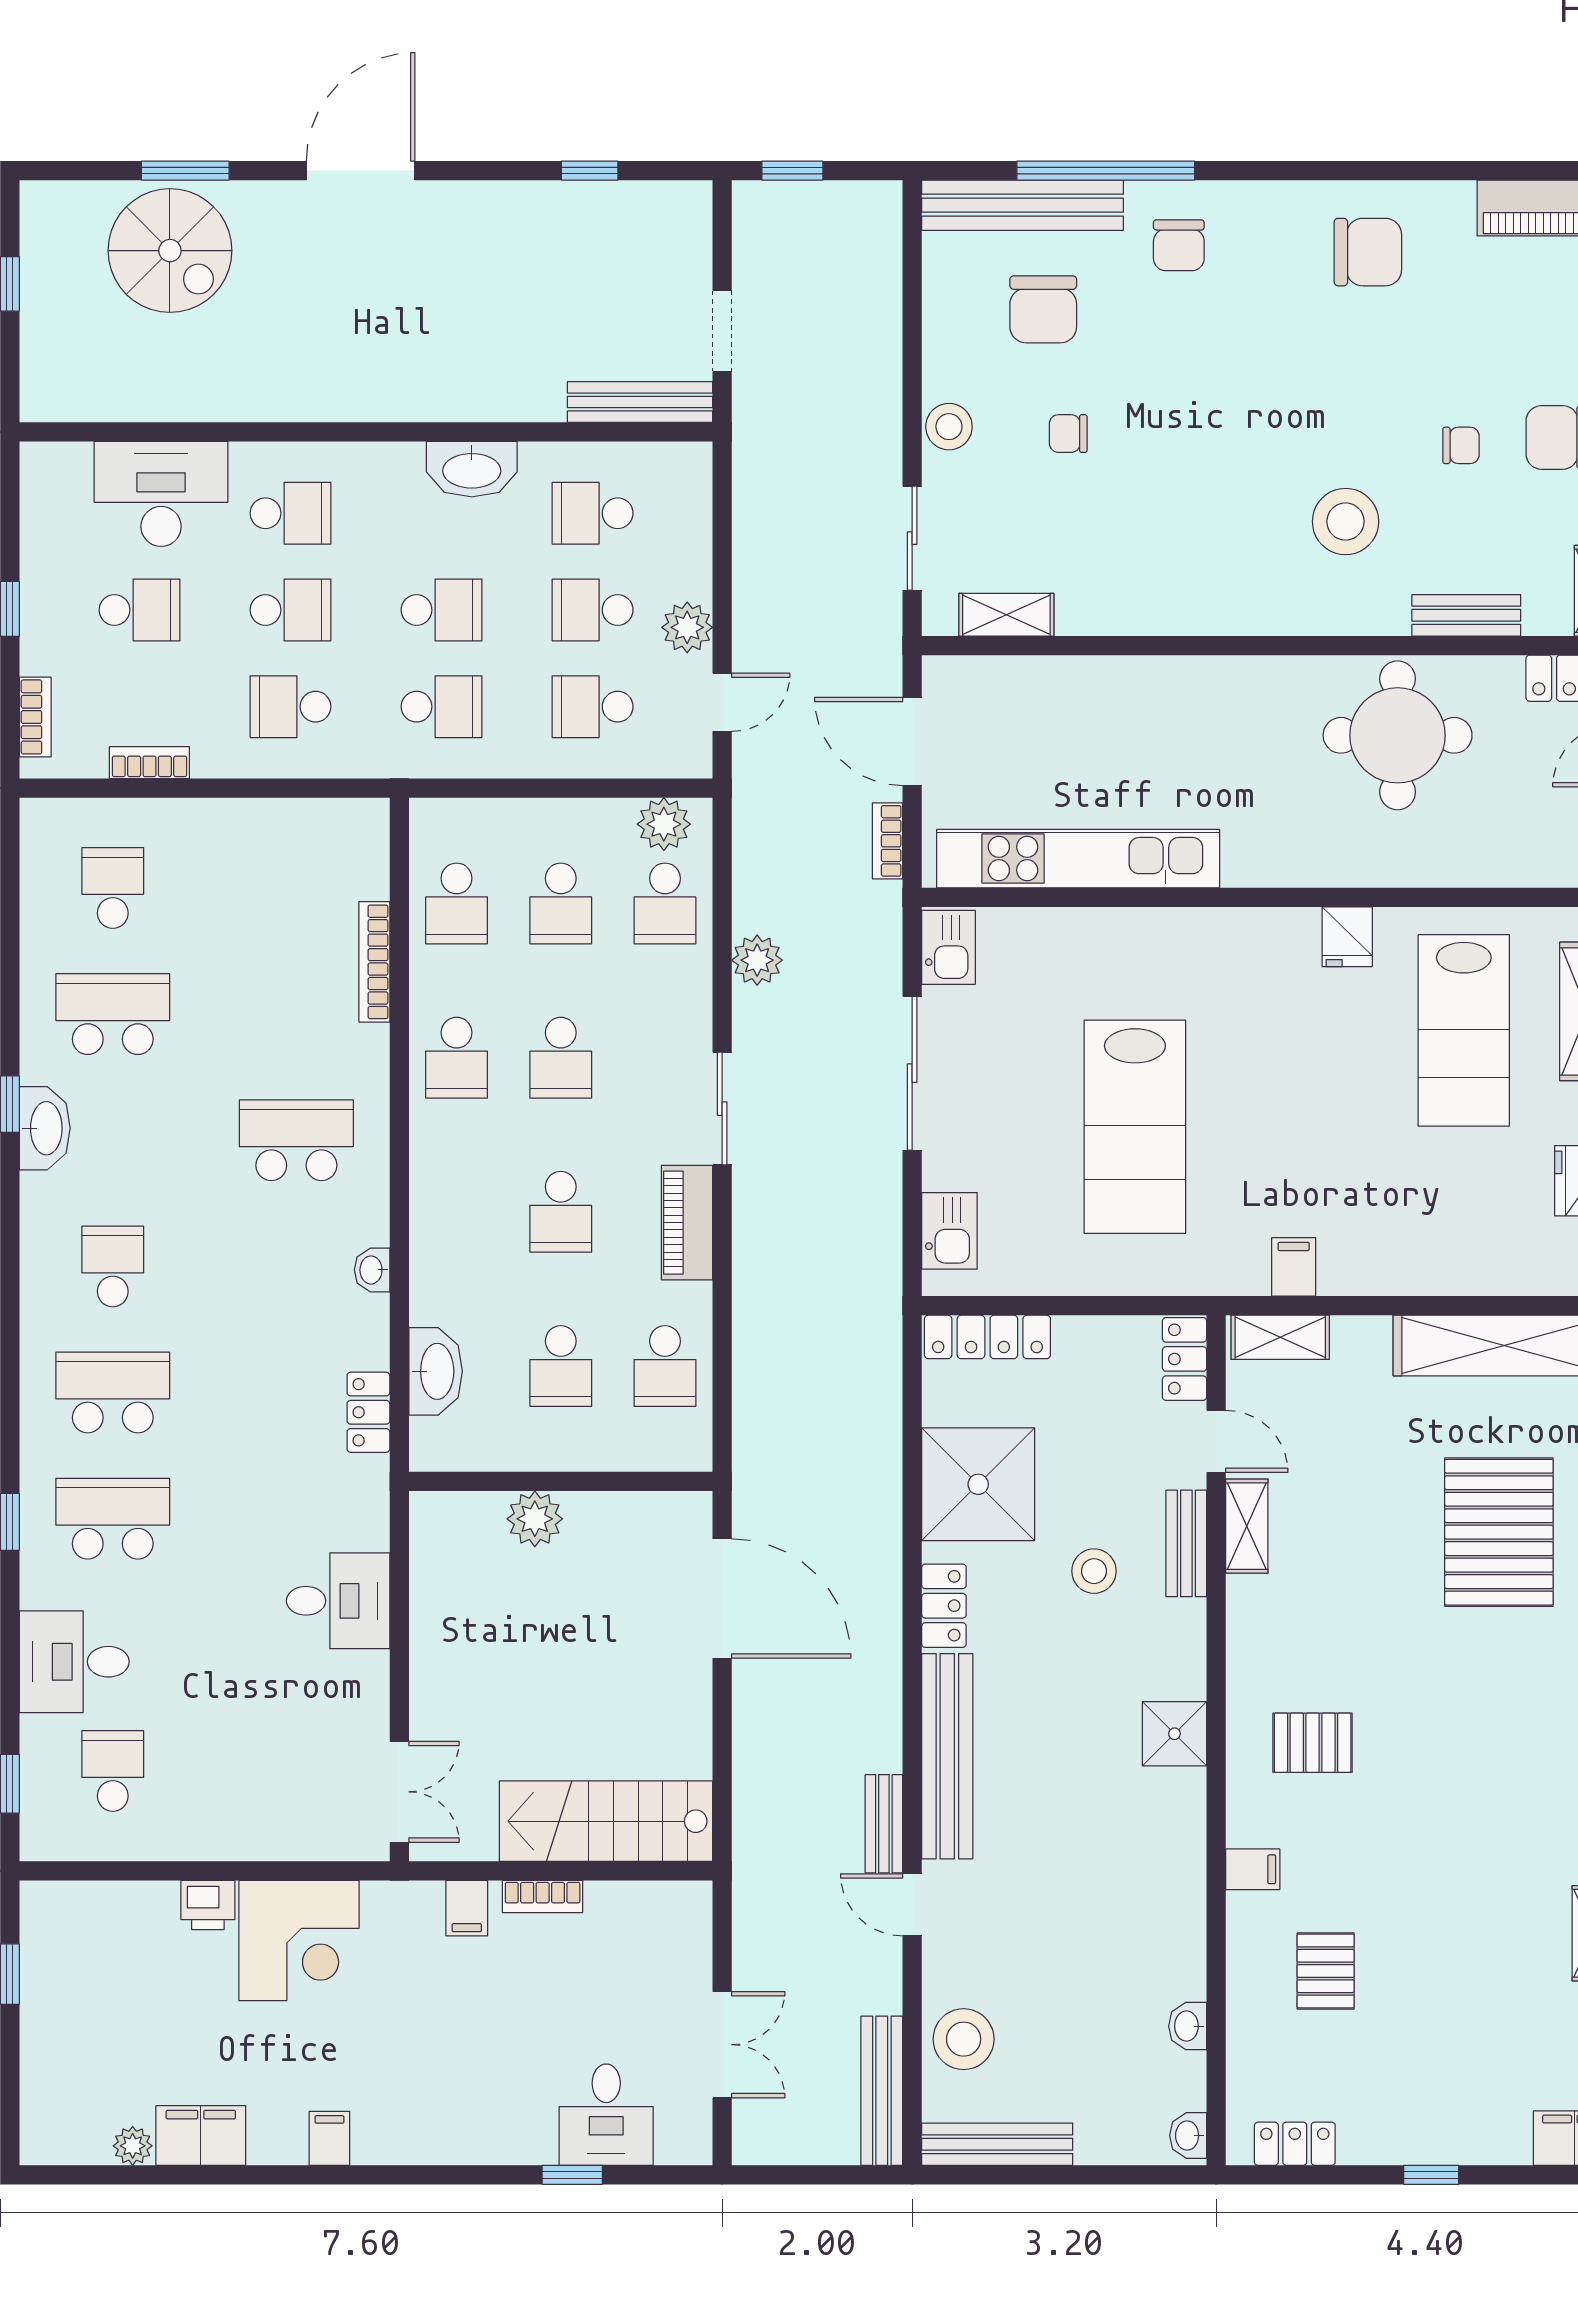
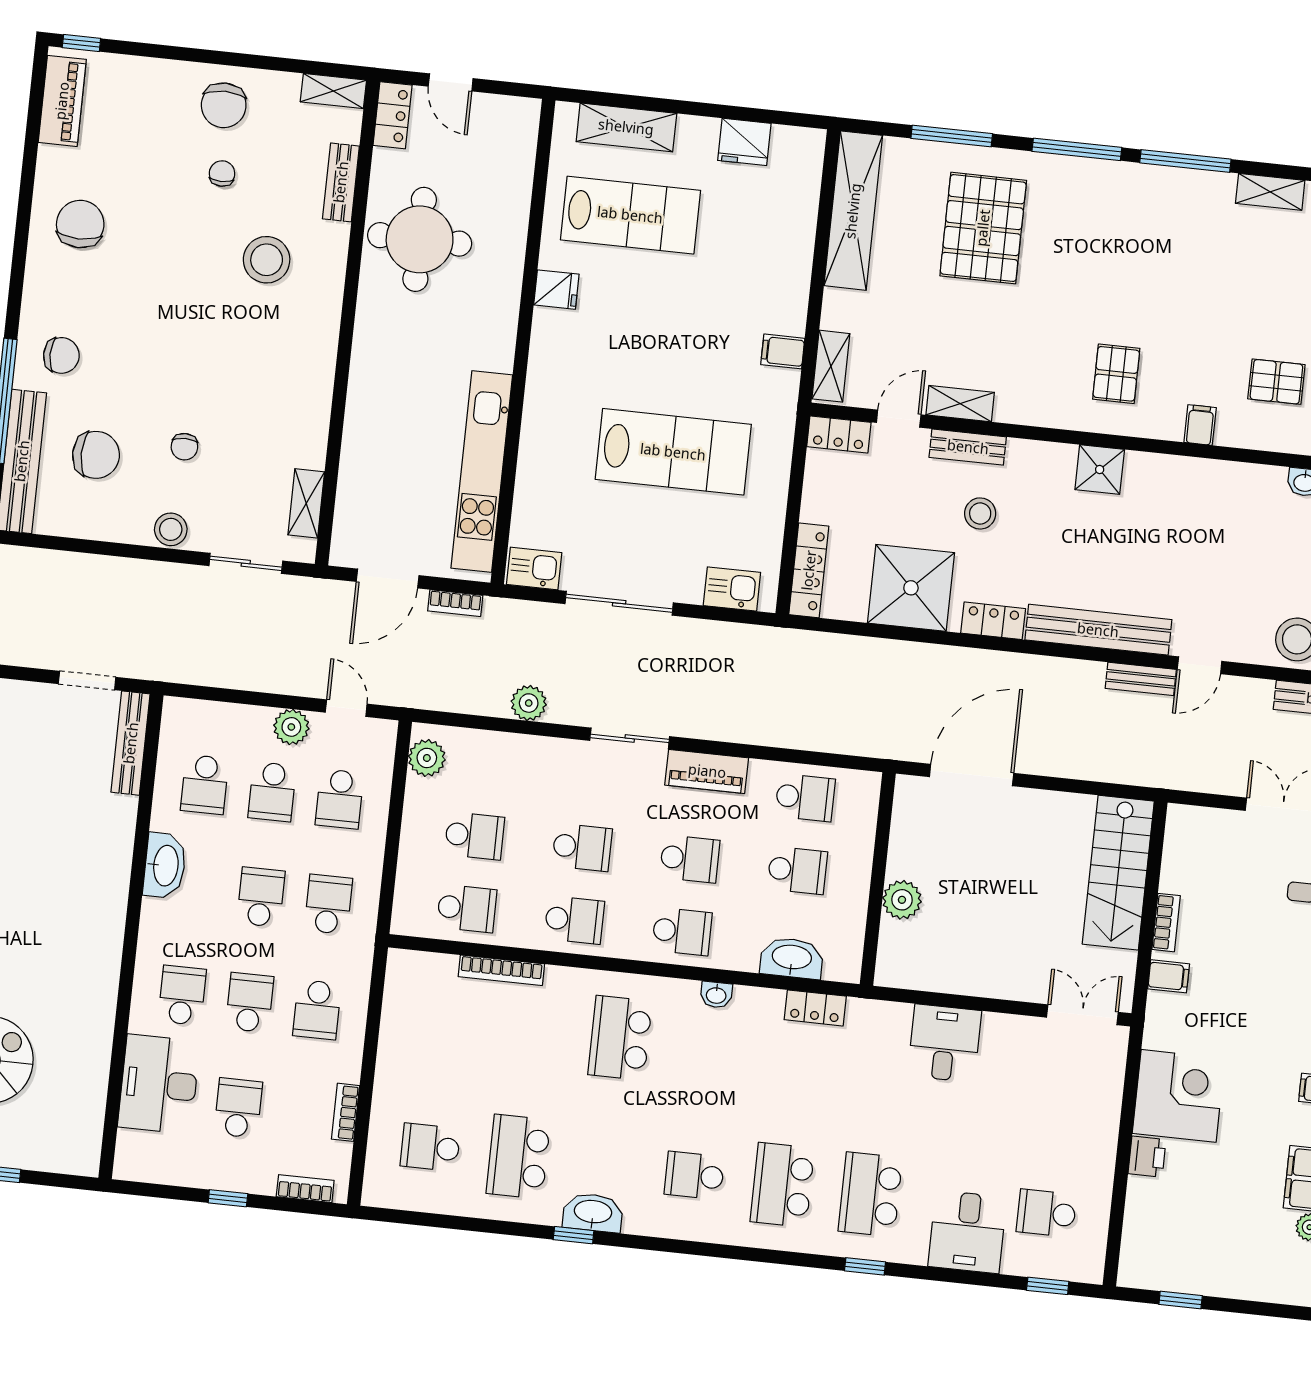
school desk: (665, 903) -> (682, 932), moved
pallet: (1499, 1532) -> (983, 228), turned 90

